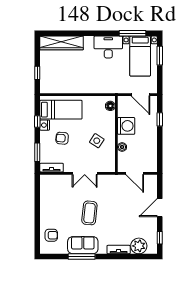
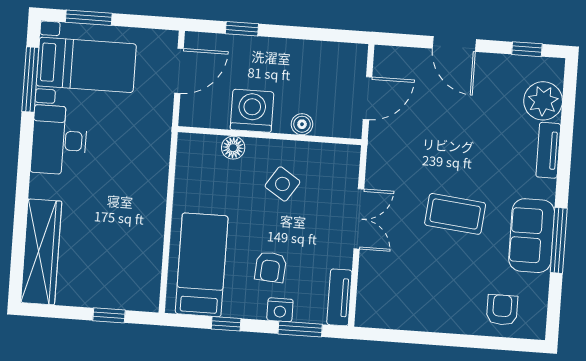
floor lamp: (110, 106) -> (233, 148), moved
nightstand: (45, 125) -> (280, 310), moved

